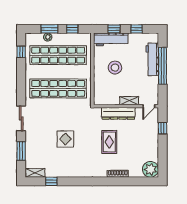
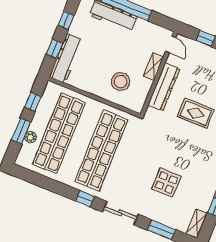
window: (21, 52) -> (85, 199), moved
stool: (115, 68) -> (121, 82), moved
display table: (65, 139) -> (166, 182), moved

